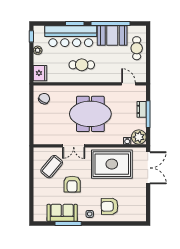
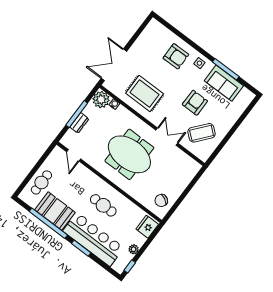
rug: (112, 164) -> (145, 94), width x0.73, depth x0.69

